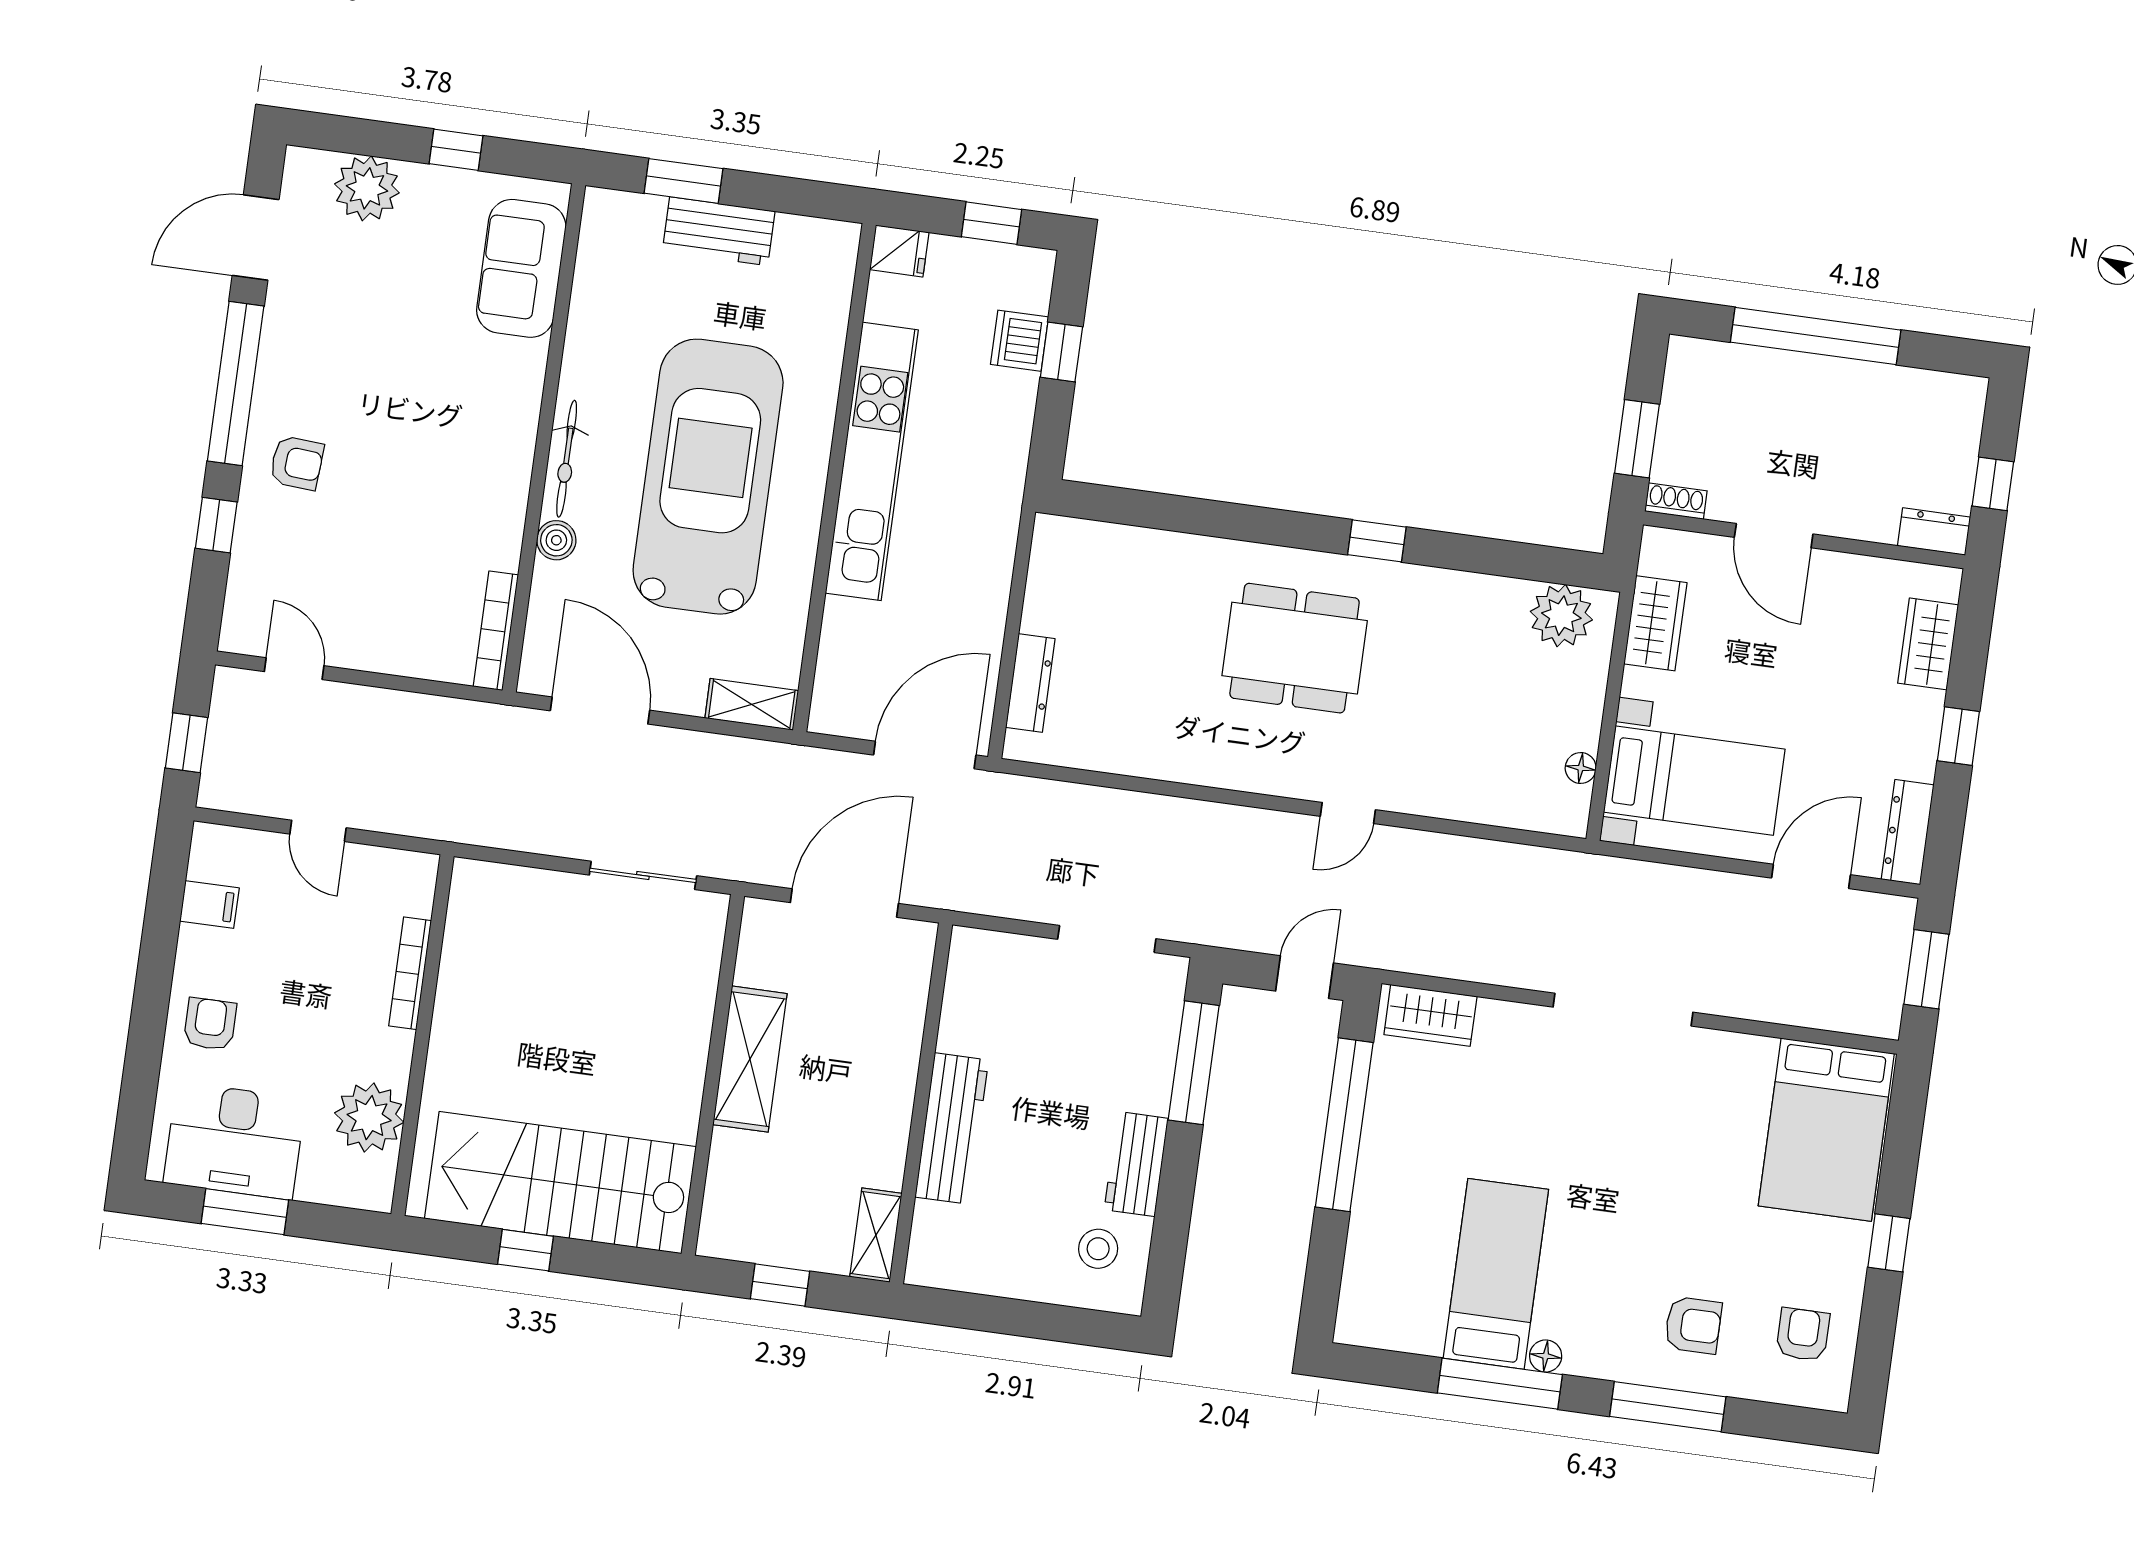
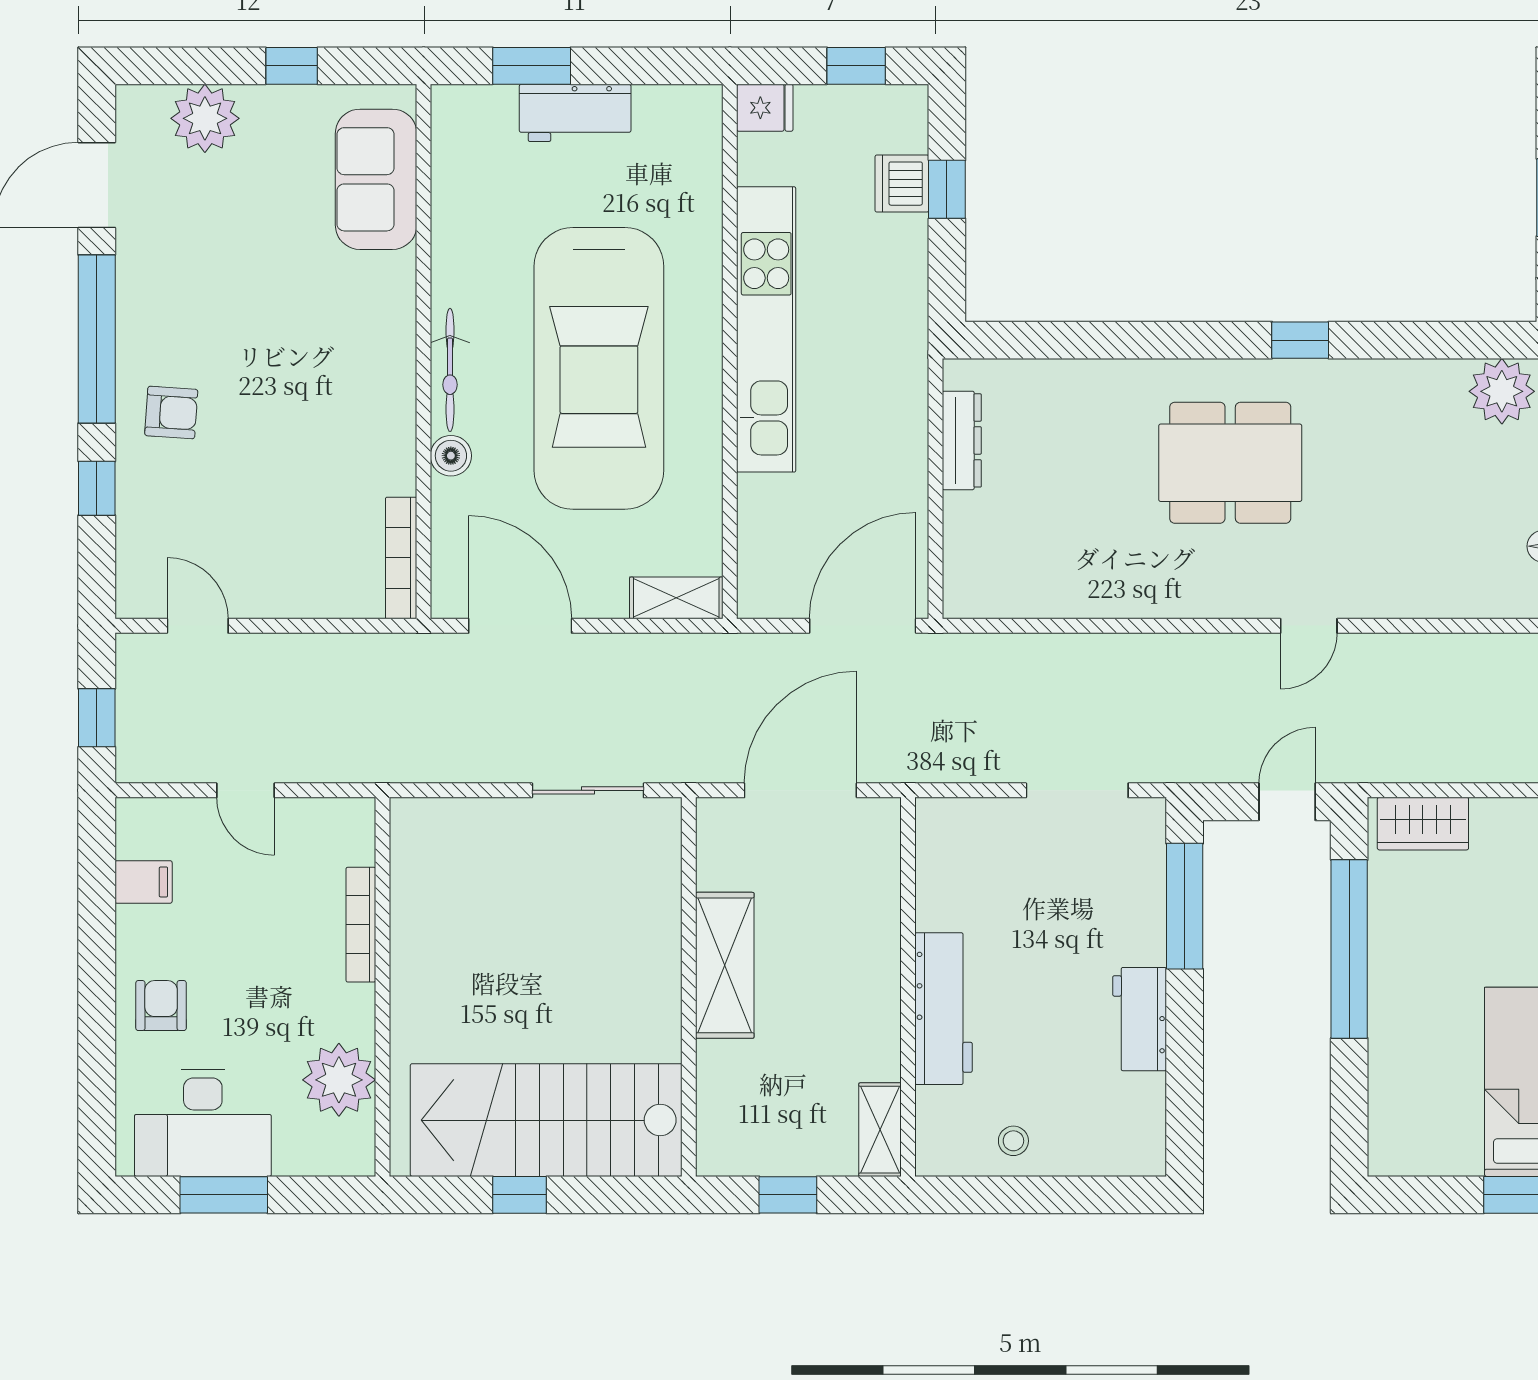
car: (708, 477) -> (599, 368), turned 180
dresser: (1030, 683) -> (962, 440), moved
stool: (1098, 1249) -> (1013, 1141), moved, width x0.73, depth x0.73

